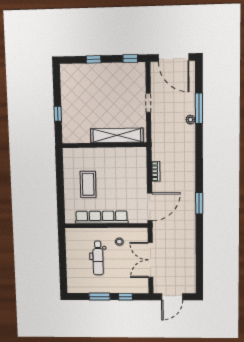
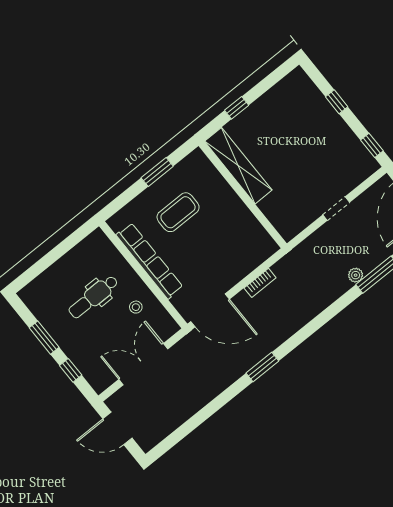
shelving: (117, 135) -> (238, 166), moved
window: (60, 179) -> (157, 172), added

